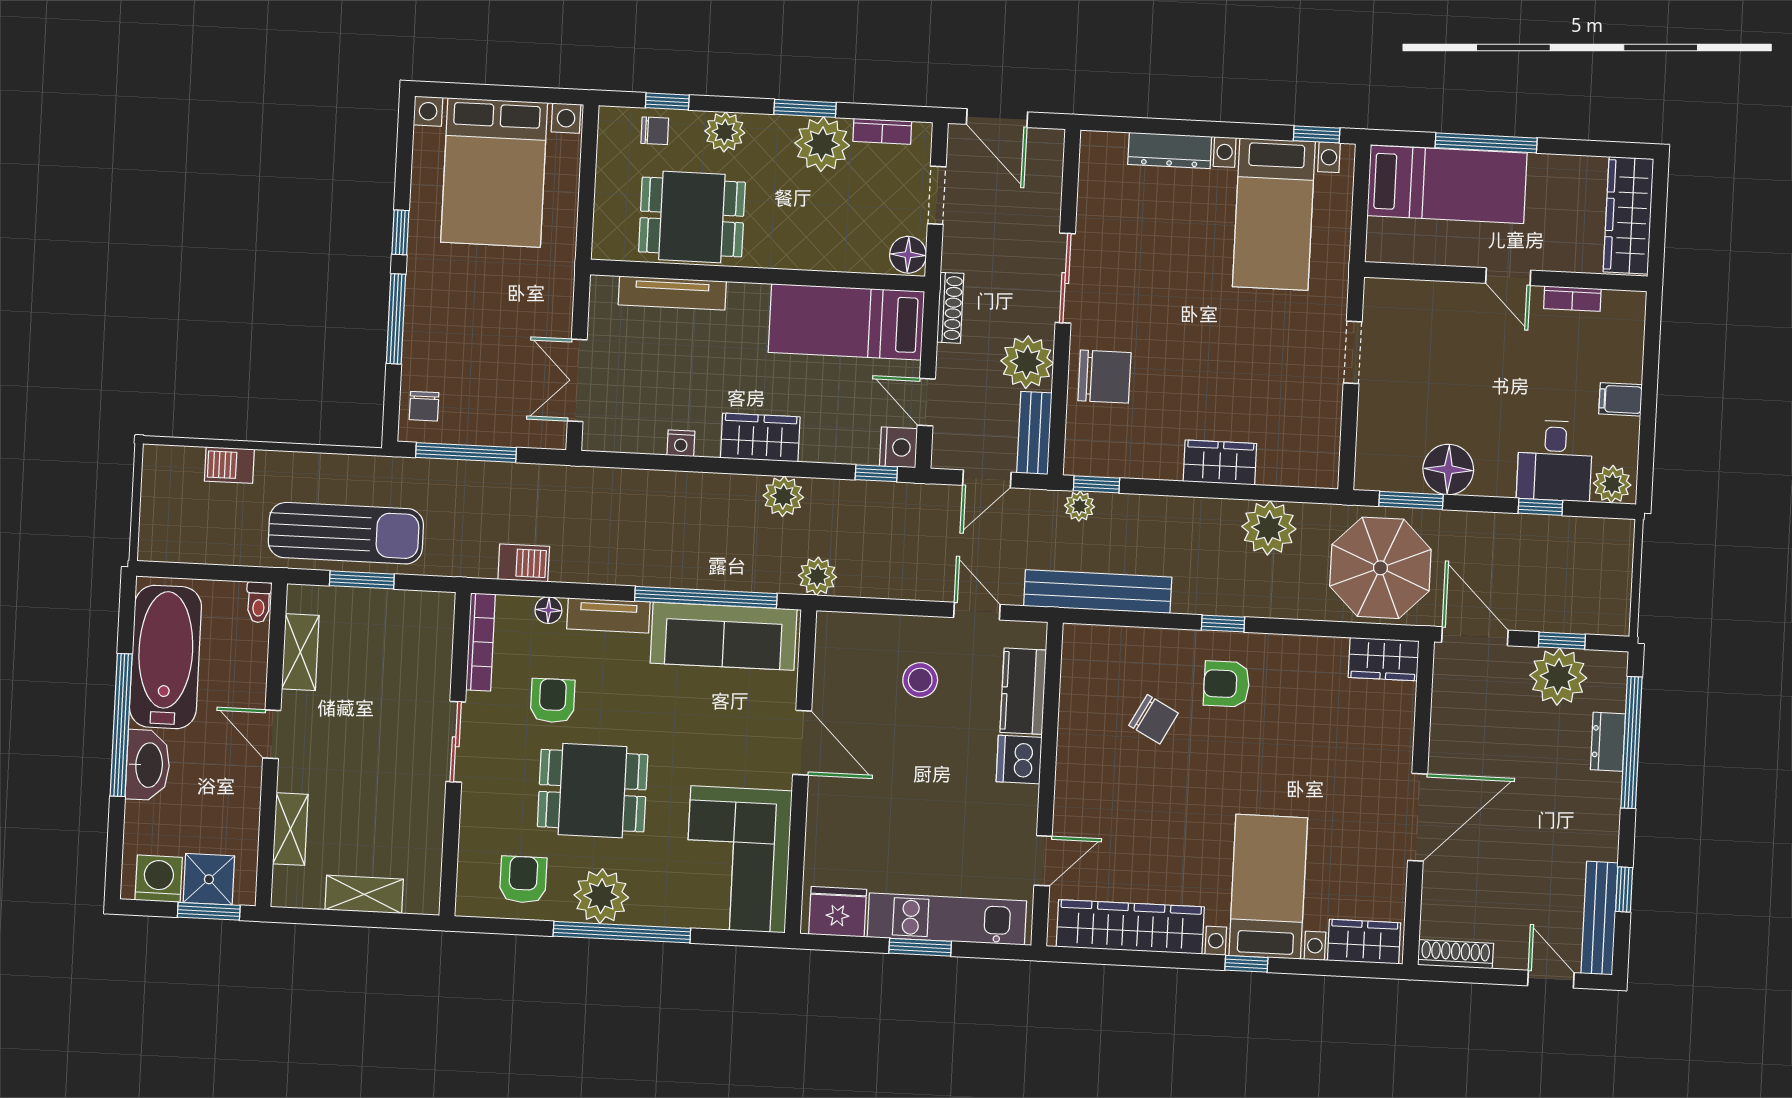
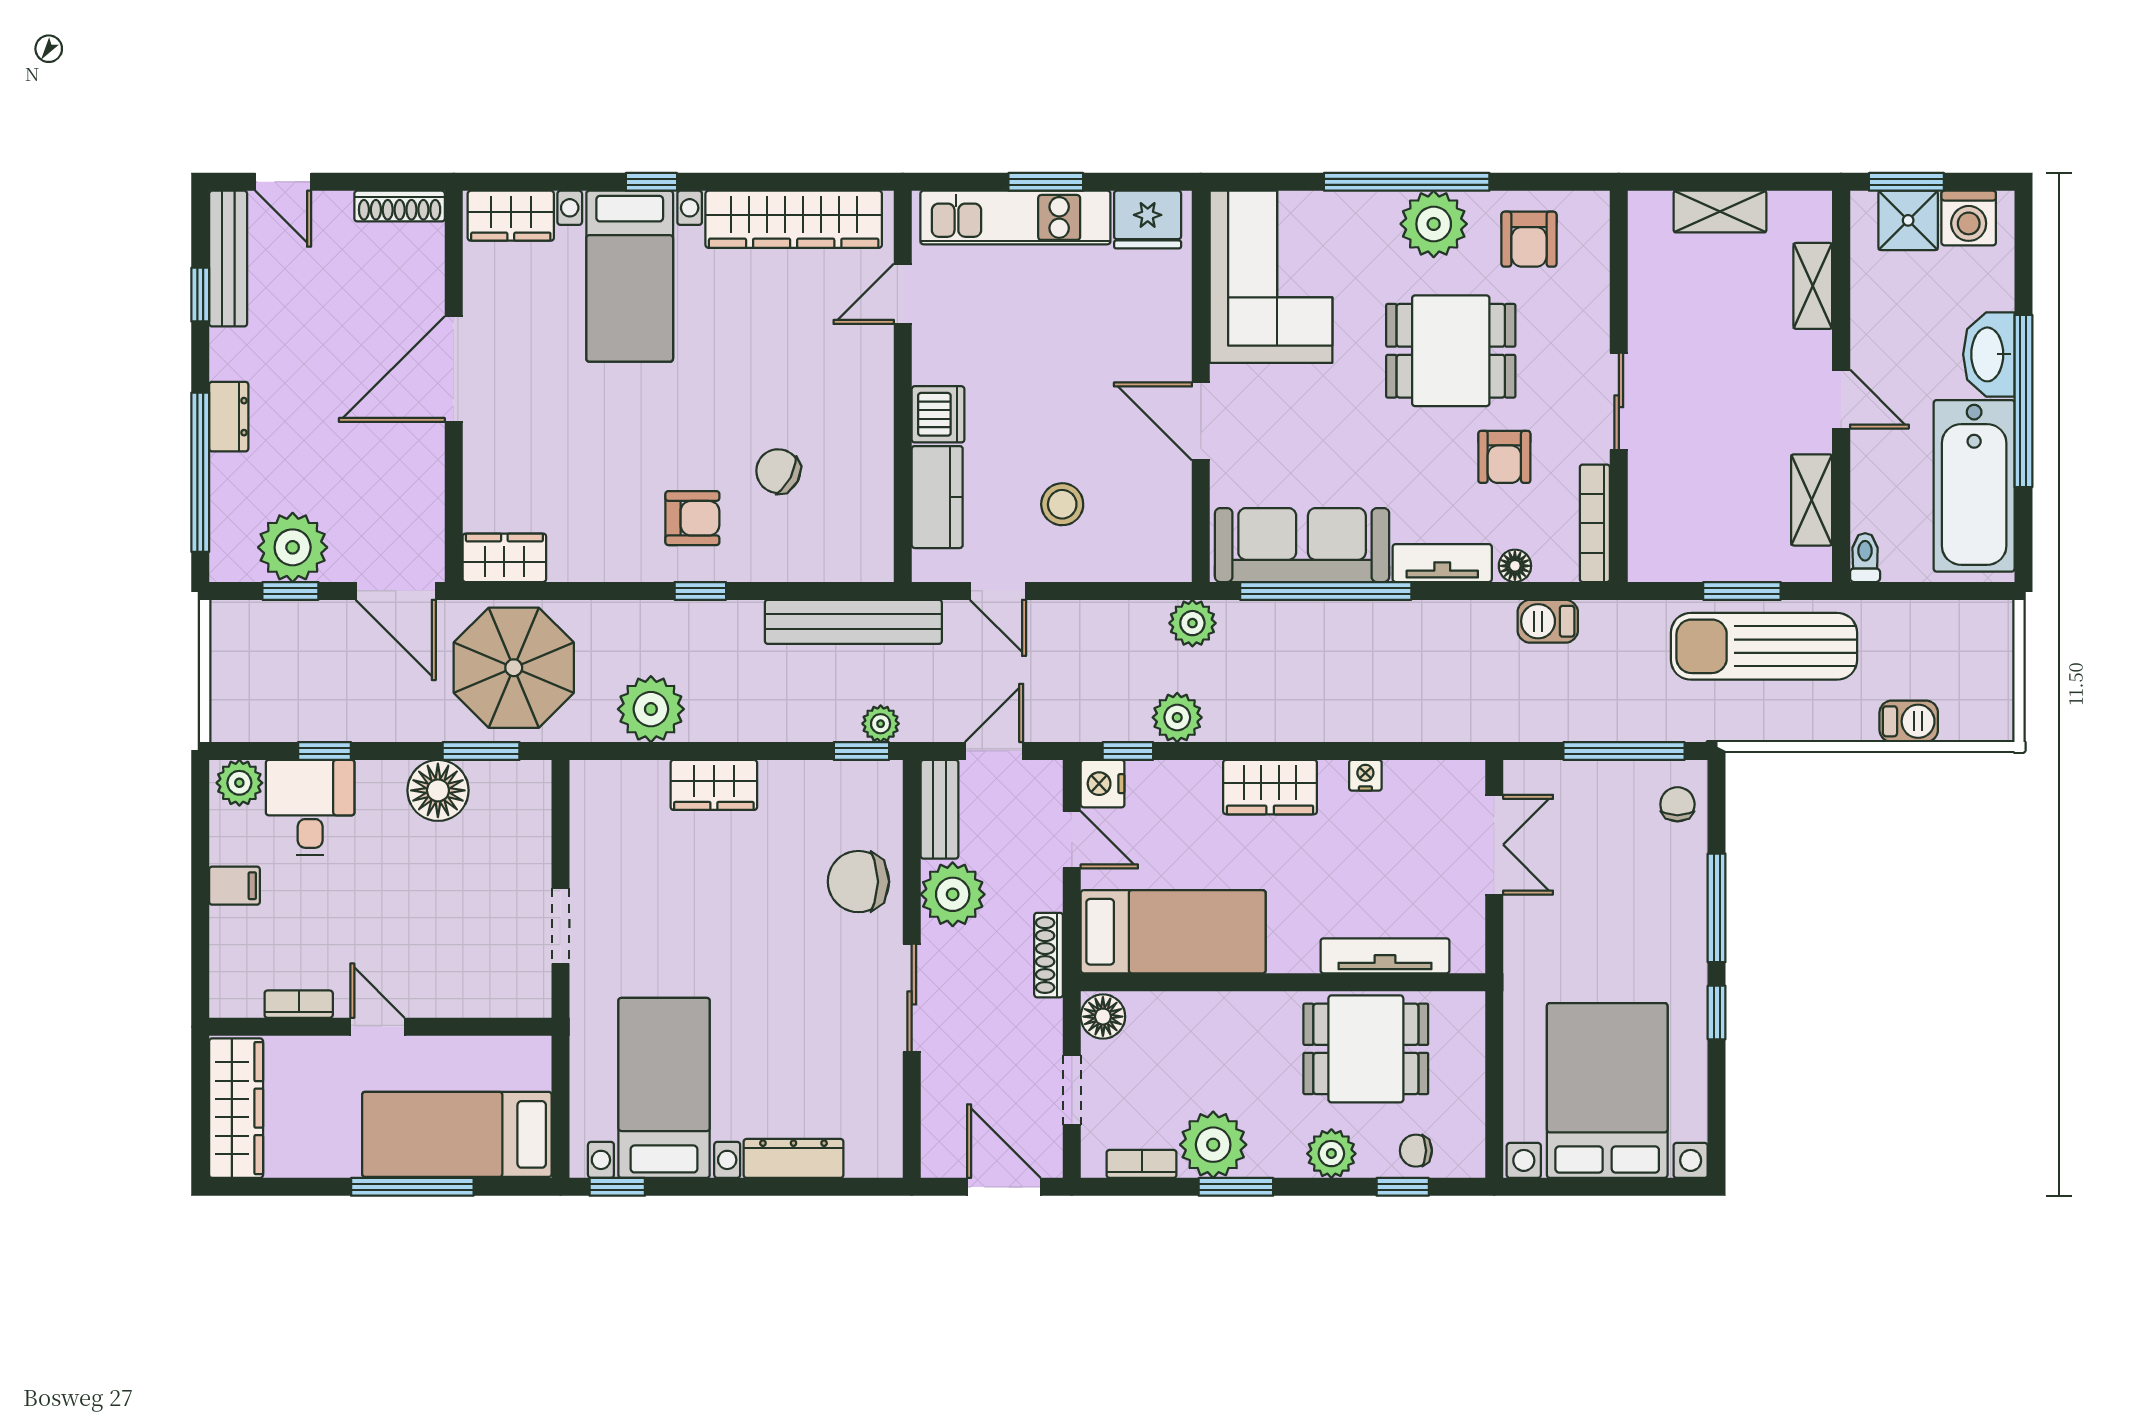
plant: (783, 496) -> (1177, 717), moved
dresser: (1608, 742) -> (229, 417), moved

